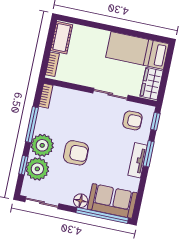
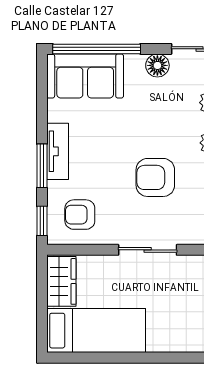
sliding door: (110, 94) -> (148, 250), moved
armchair: (76, 153) -> (155, 177), moved
floor lamp: (81, 201) -> (157, 65), moved

